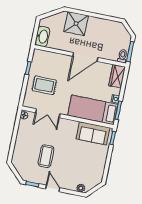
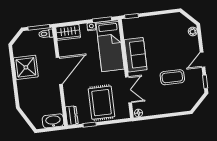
shower: (76, 24) -> (26, 67), moved
dresser: (42, 55) -> (72, 116), added
door: (85, 57) -> (59, 71), hinge flipped
rug: (44, 85) -> (102, 103), width x1.36, depth x1.43
sofa: (93, 133) -> (136, 55), moved

